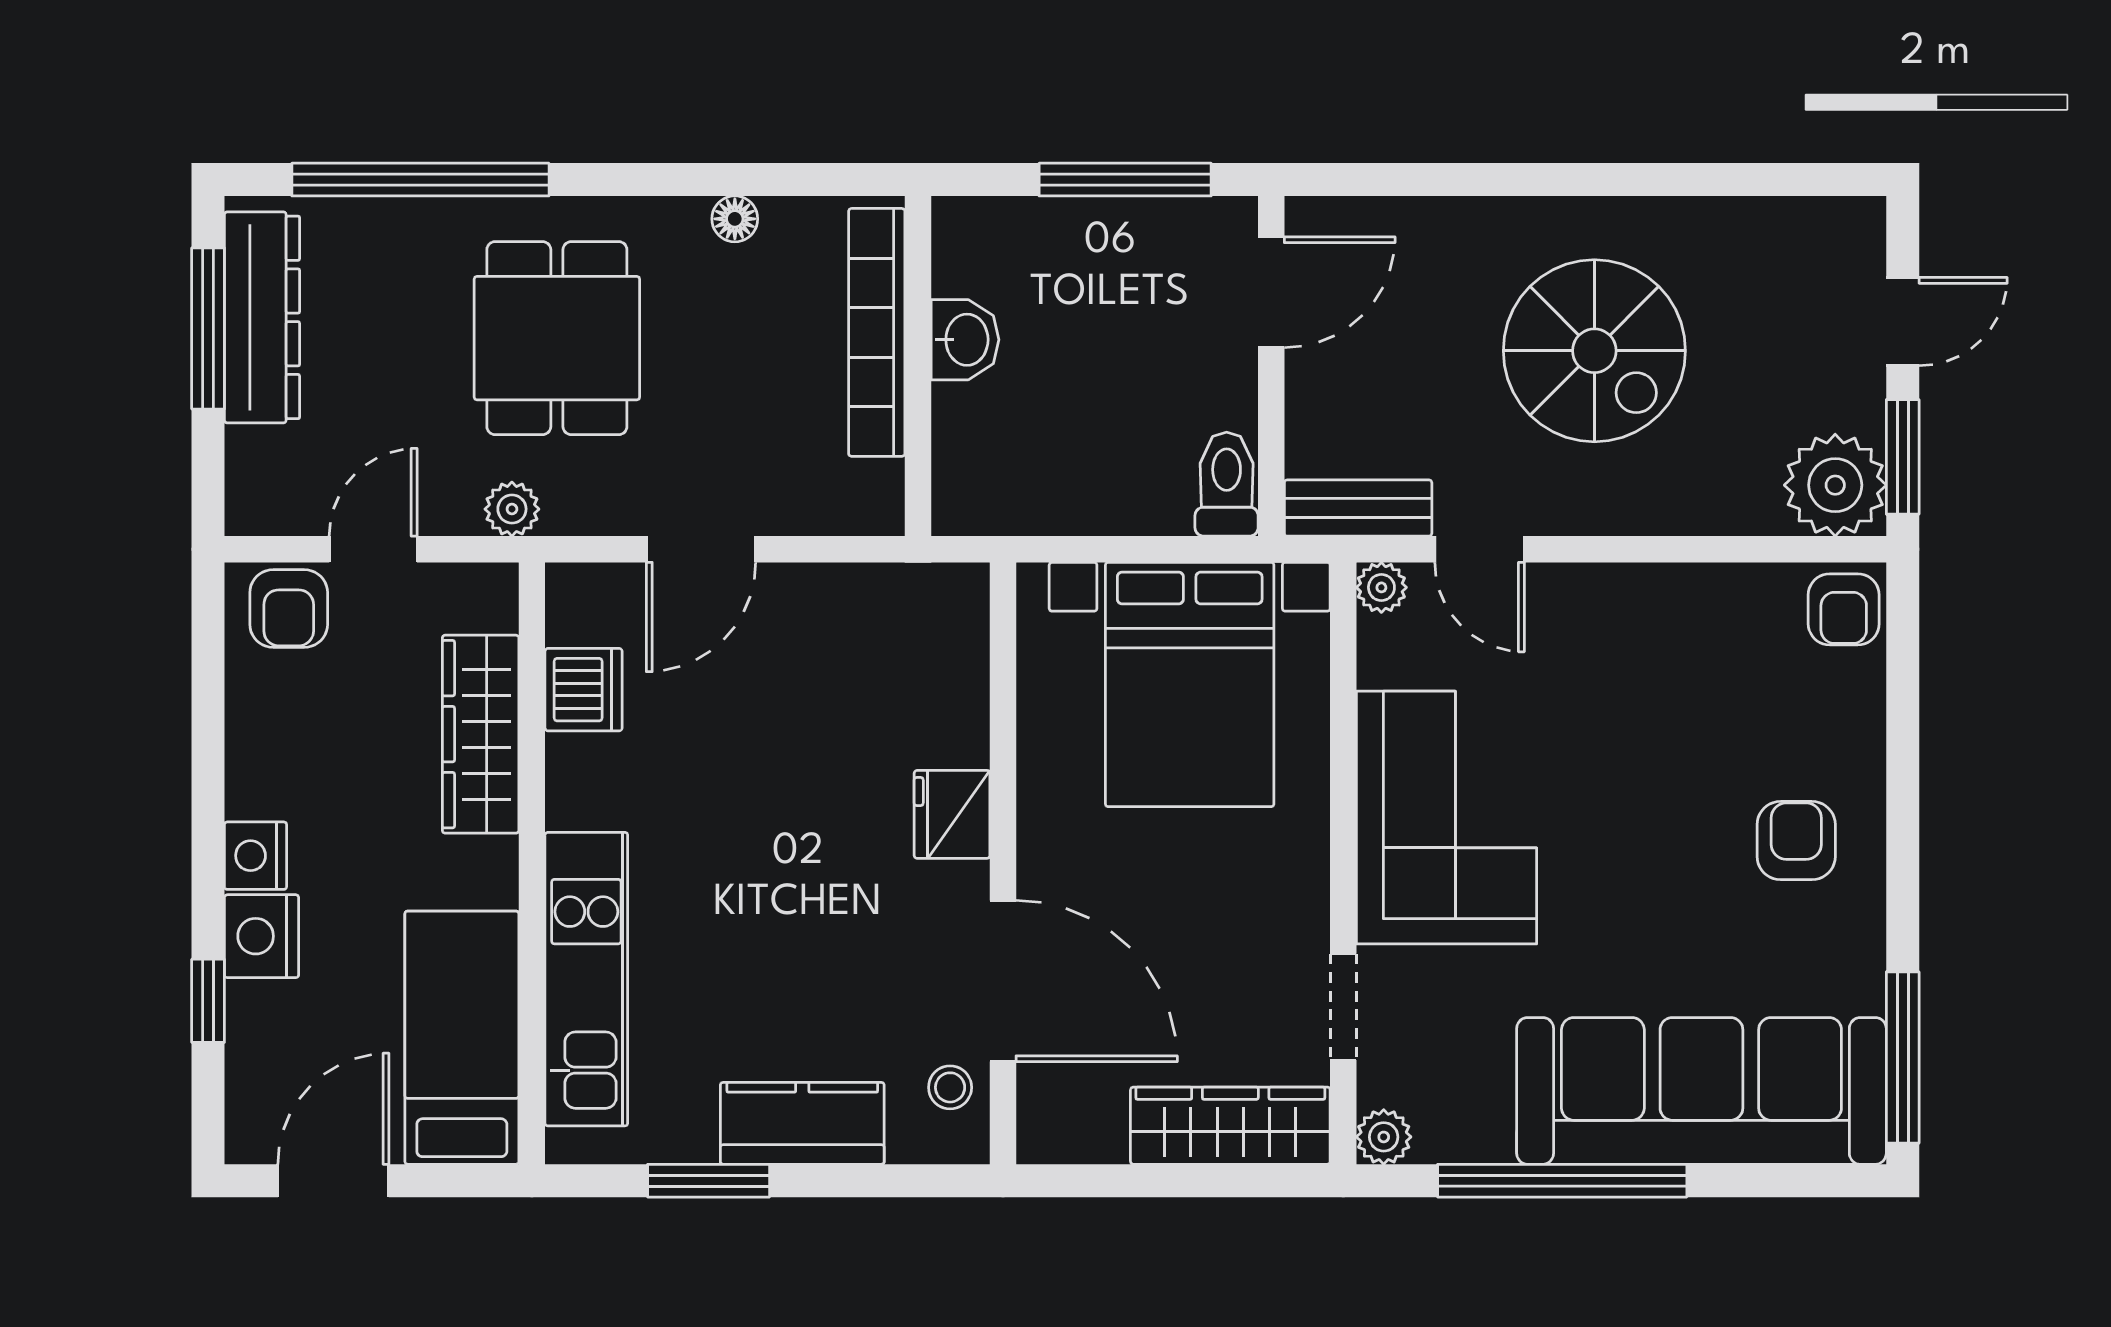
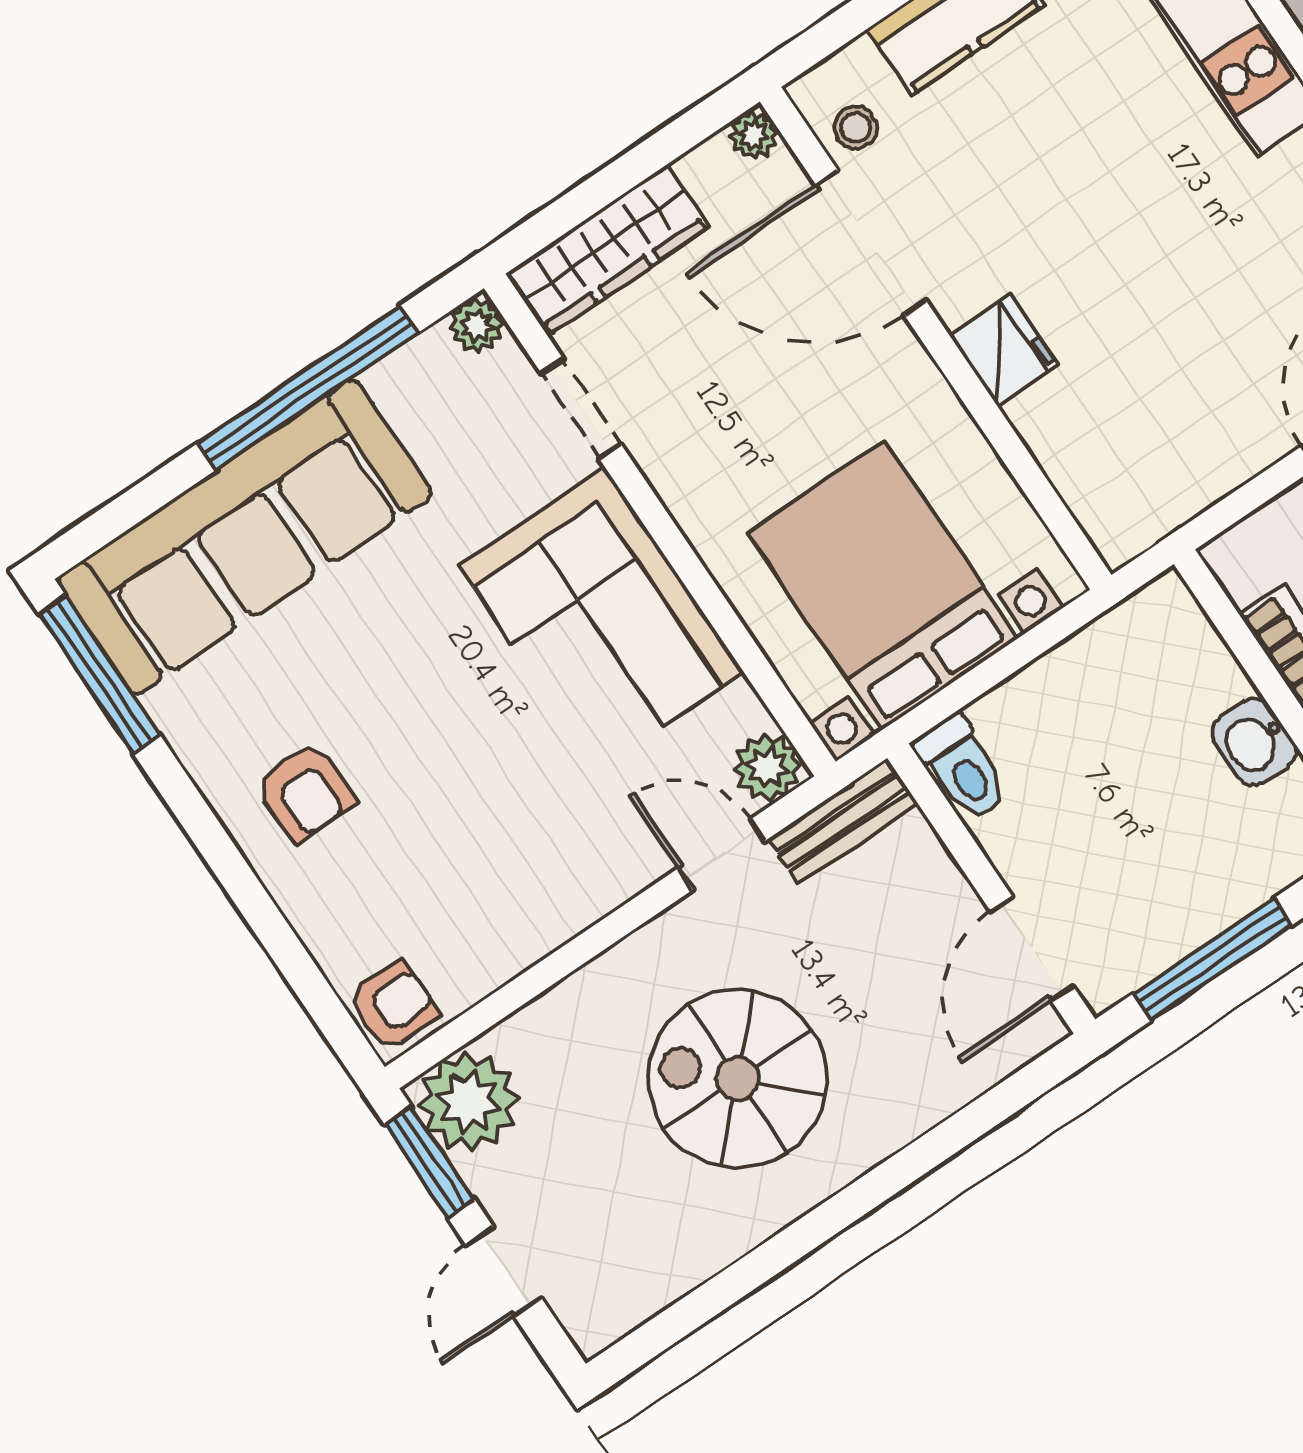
plant: (1381, 587) -> (768, 767), width x1.38, depth x1.38
armchair: (1844, 609) -> (393, 1006), turned 90
plant: (1041, 1140) -> (753, 135), added

